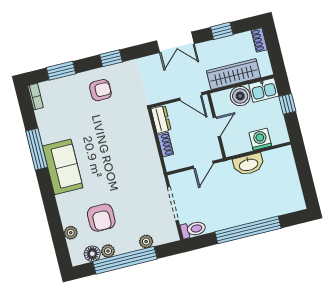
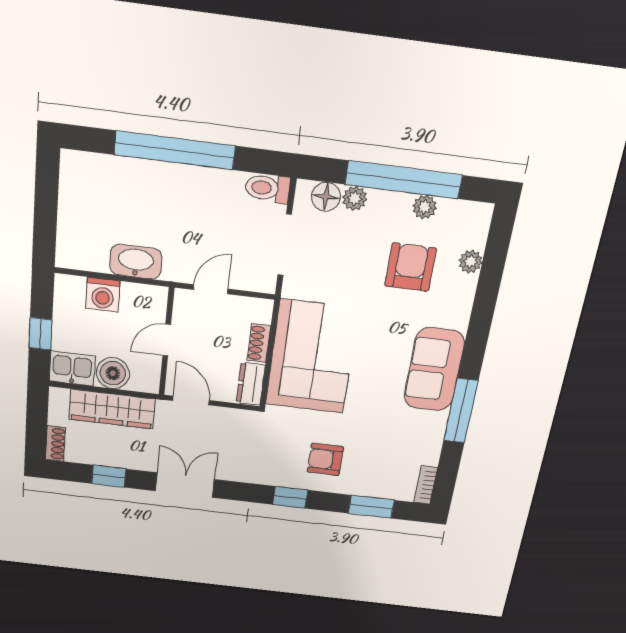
corner sofa: (133, 148) -> (312, 357), added
floor lamp: (92, 254) -> (326, 197), moved

